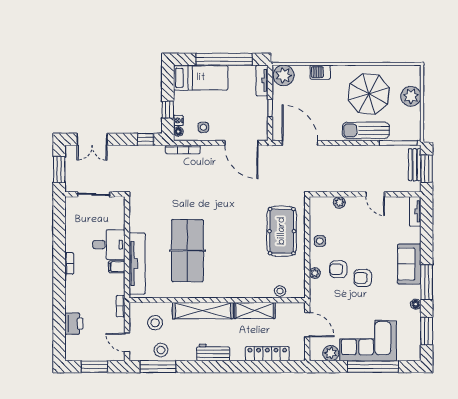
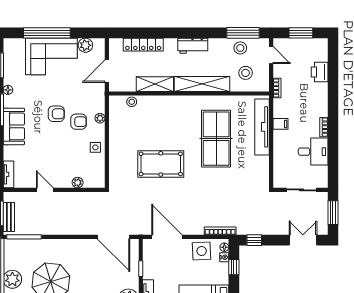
side table: (203, 127) -> (202, 251), width x1.87, depth x1.87
sun lounger: (366, 130) -> (53, 248), removed
pool table: (282, 231) -> (161, 164), moved, turned 90
desk: (109, 245) -> (313, 152), moved, turned 180
door: (307, 325) -> (107, 71), hinge flipped

